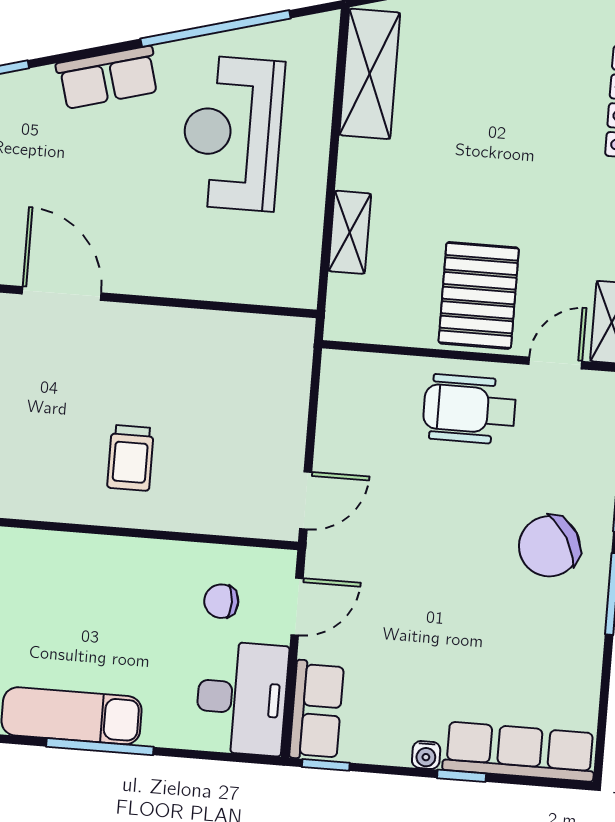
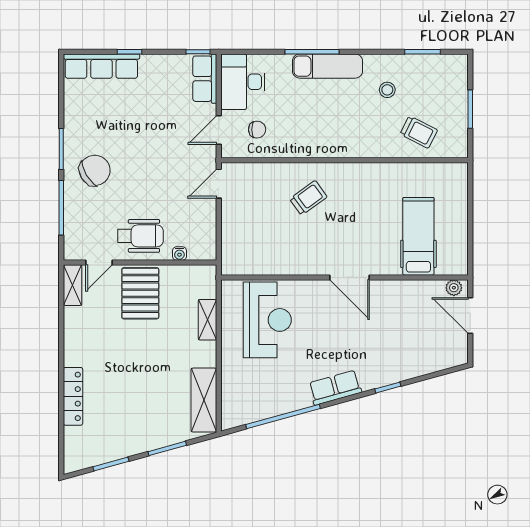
reception desk: (232, 133) -> (267, 320), moved
trolley: (130, 458) -> (308, 198), turned 54
water cooler: (426, 755) -> (179, 254), moved, turned 180

